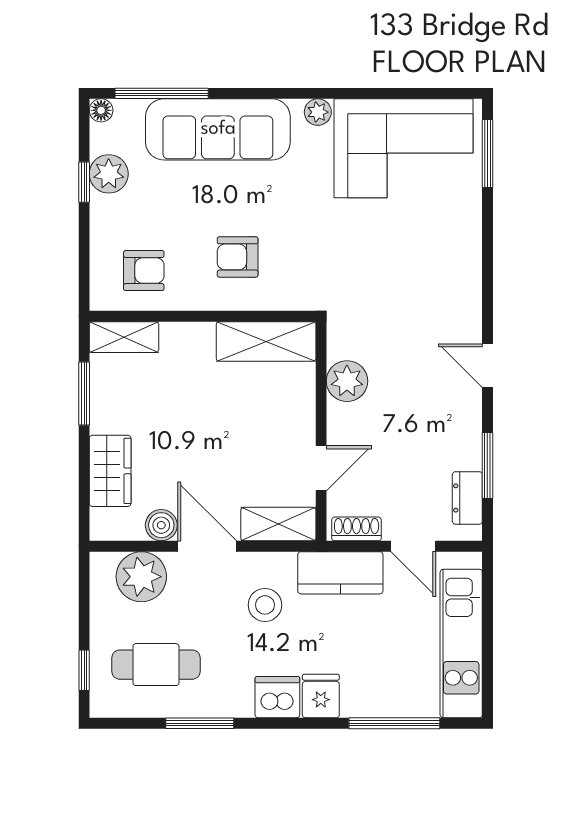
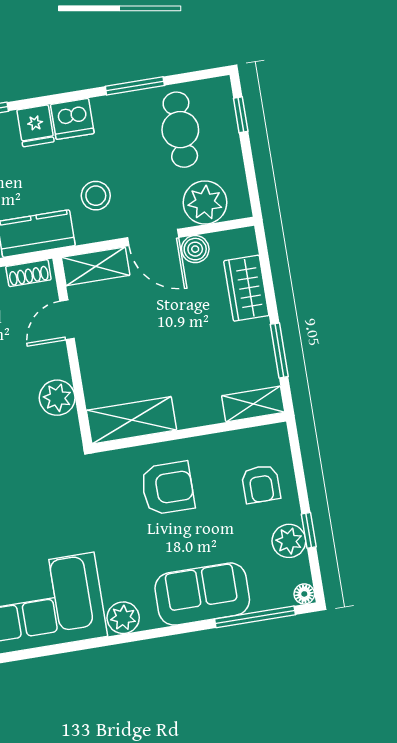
plant: (318, 112) -> (123, 618), width x1.38, depth x1.38
sofa: (218, 129) -> (202, 594), width x0.73
armchair: (238, 257) -> (168, 488), width x1.38, depth x1.38
armchair: (144, 271) -> (261, 484), moved, turned -90
cafe table: (156, 665) -> (180, 130), turned 90

